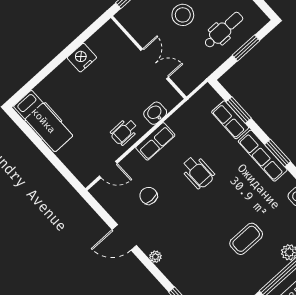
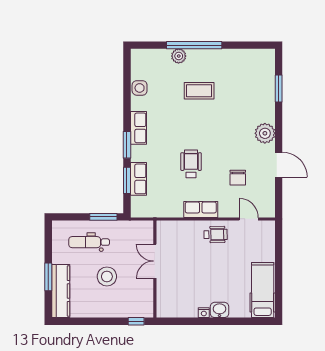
window: (246, 48) -> (103, 217), moved
nightstand: (82, 58) -> (204, 313), width x0.53, depth x0.56
washbasin: (155, 113) -> (219, 310), moved, turned 180
window: (278, 153) -> (127, 145), moved
row of seats: (263, 156) -> (138, 128), width x0.68
plant: (155, 257) -> (265, 133), width x1.88, depth x1.88

